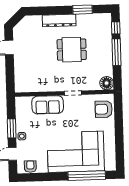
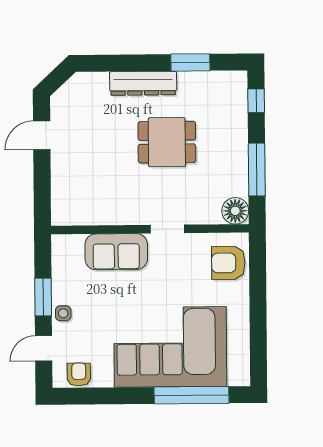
window: (117, 52) -> (257, 170), moved

